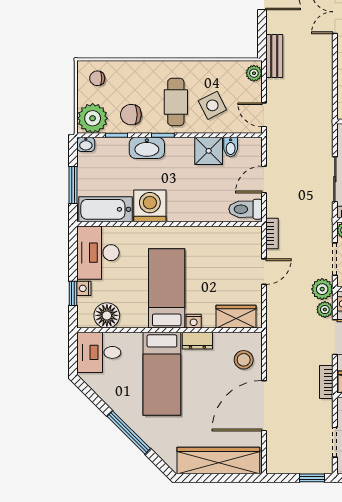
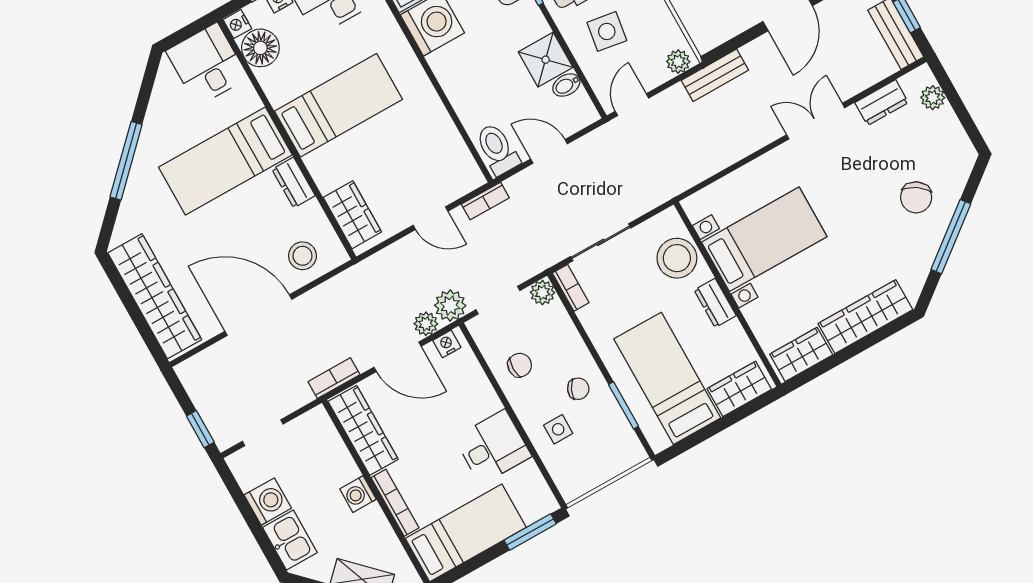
side table: (212, 105) -> (607, 31), turned 36
nightstand: (194, 321) -> (237, 24), moved

